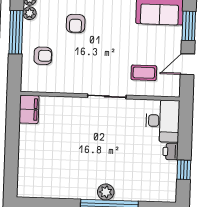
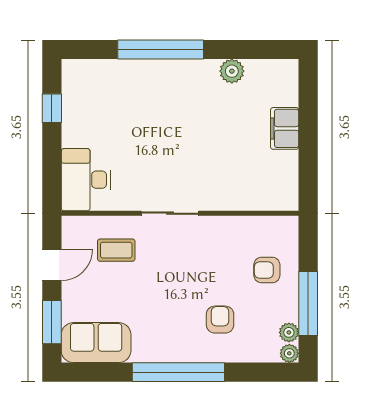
filing cabinet: (29, 109) -> (285, 128), moved
printer: (171, 152) -> (72, 134), removed
plant: (106, 192) -> (232, 71), moved

